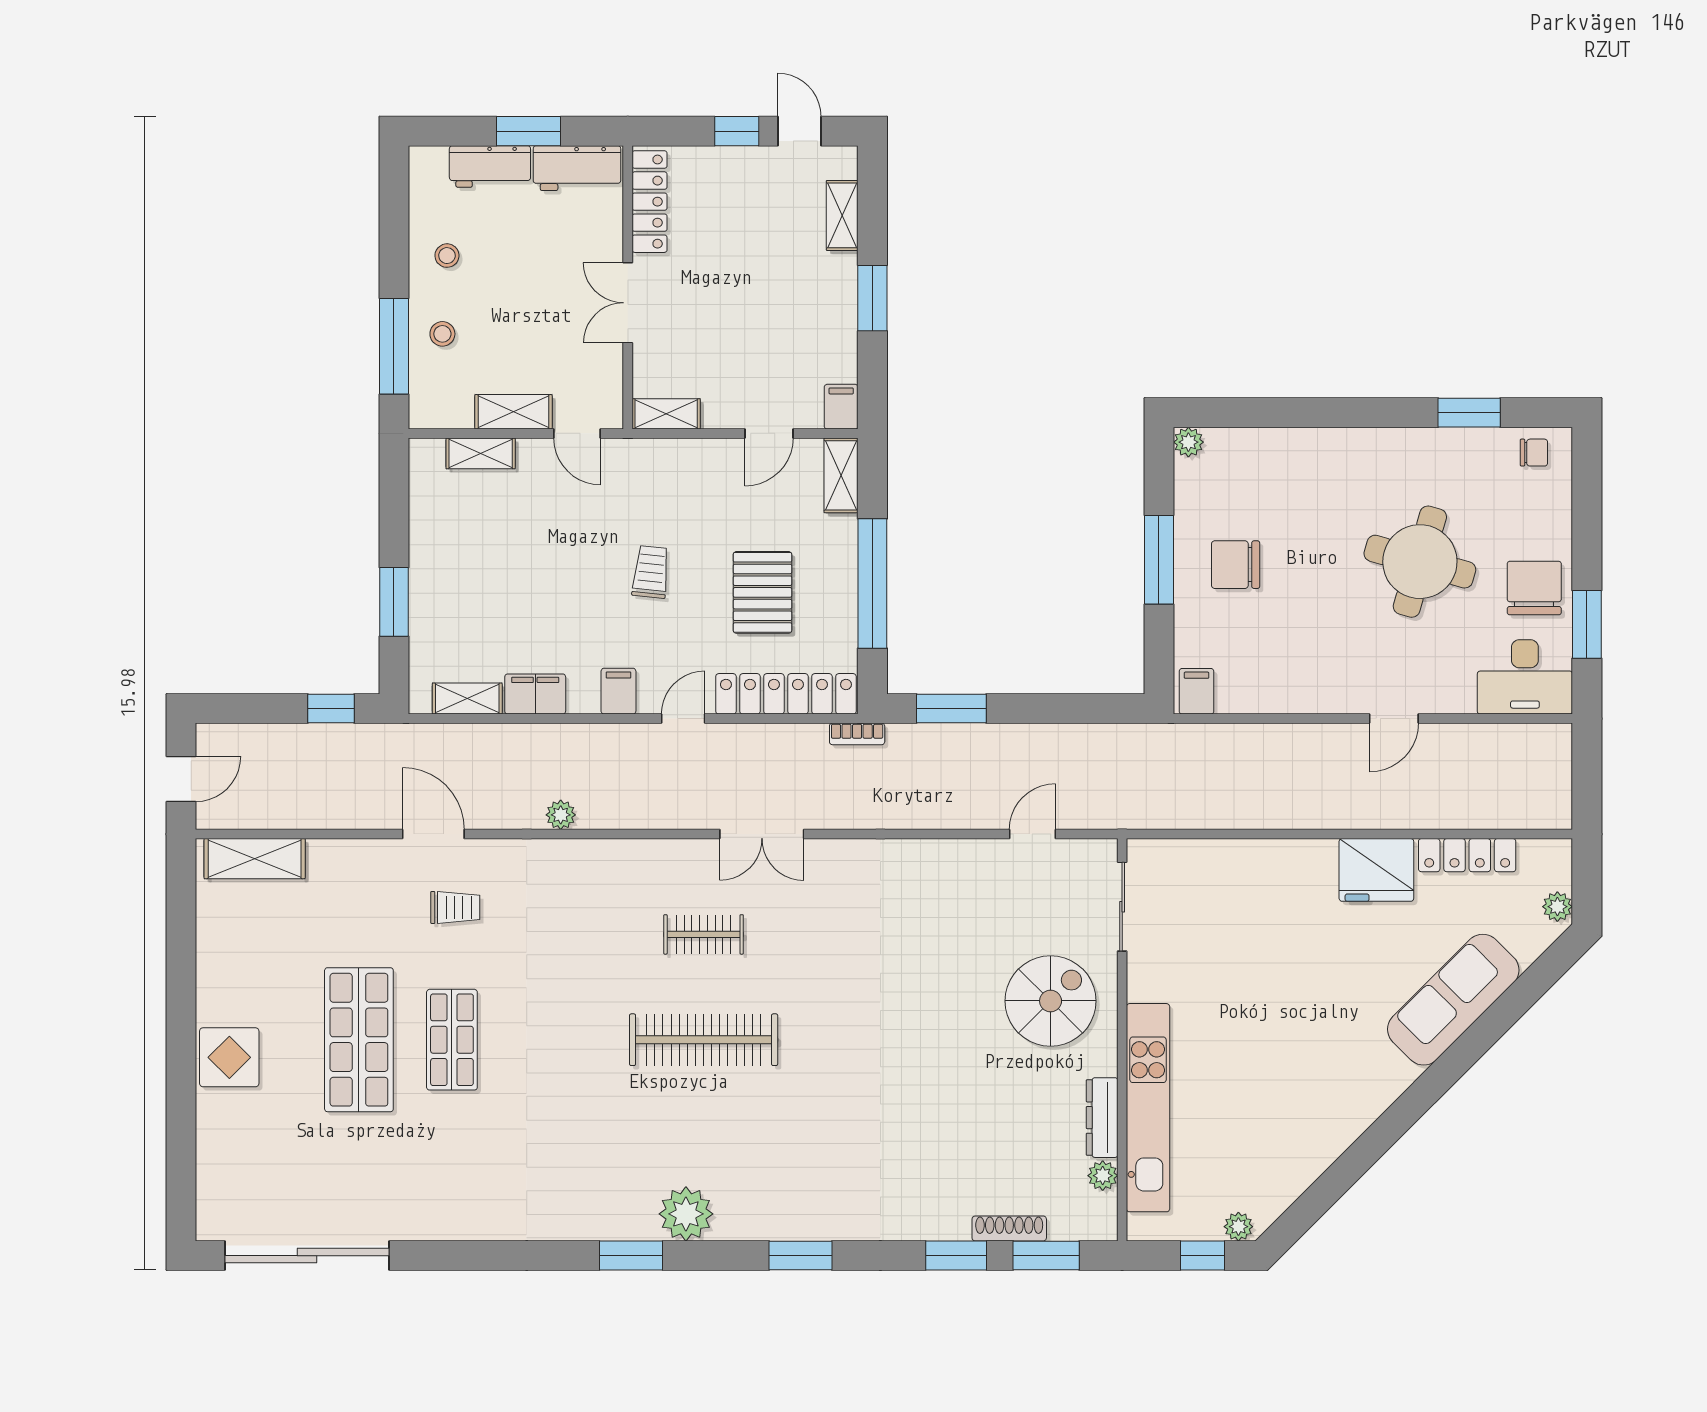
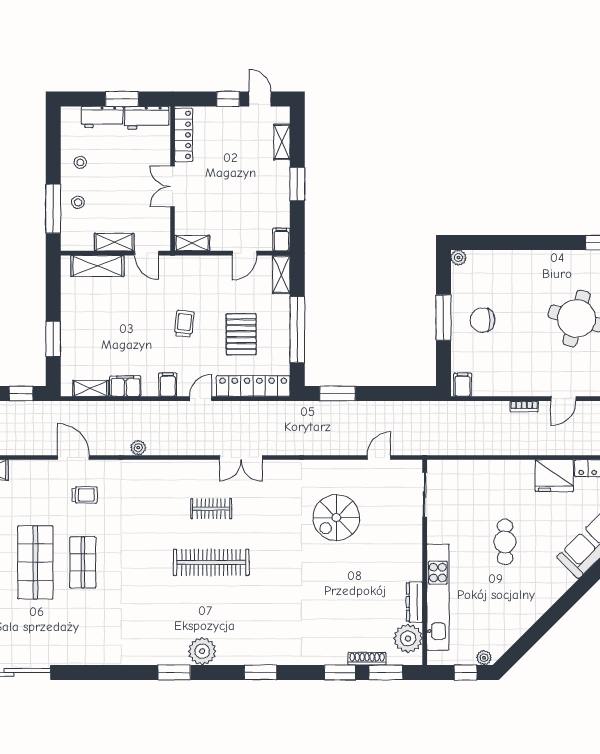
shelving: (481, 453) -> (97, 266), width x1.50, depth x1.33
bookcase: (857, 734) -> (524, 406), moved
cafe table: (1280, 1000) -> (505, 542), added
spiral stairs: (1051, 1001) -> (336, 518), moved, turned 180
plant: (1103, 1176) -> (408, 638), width x1.88, depth x1.88

